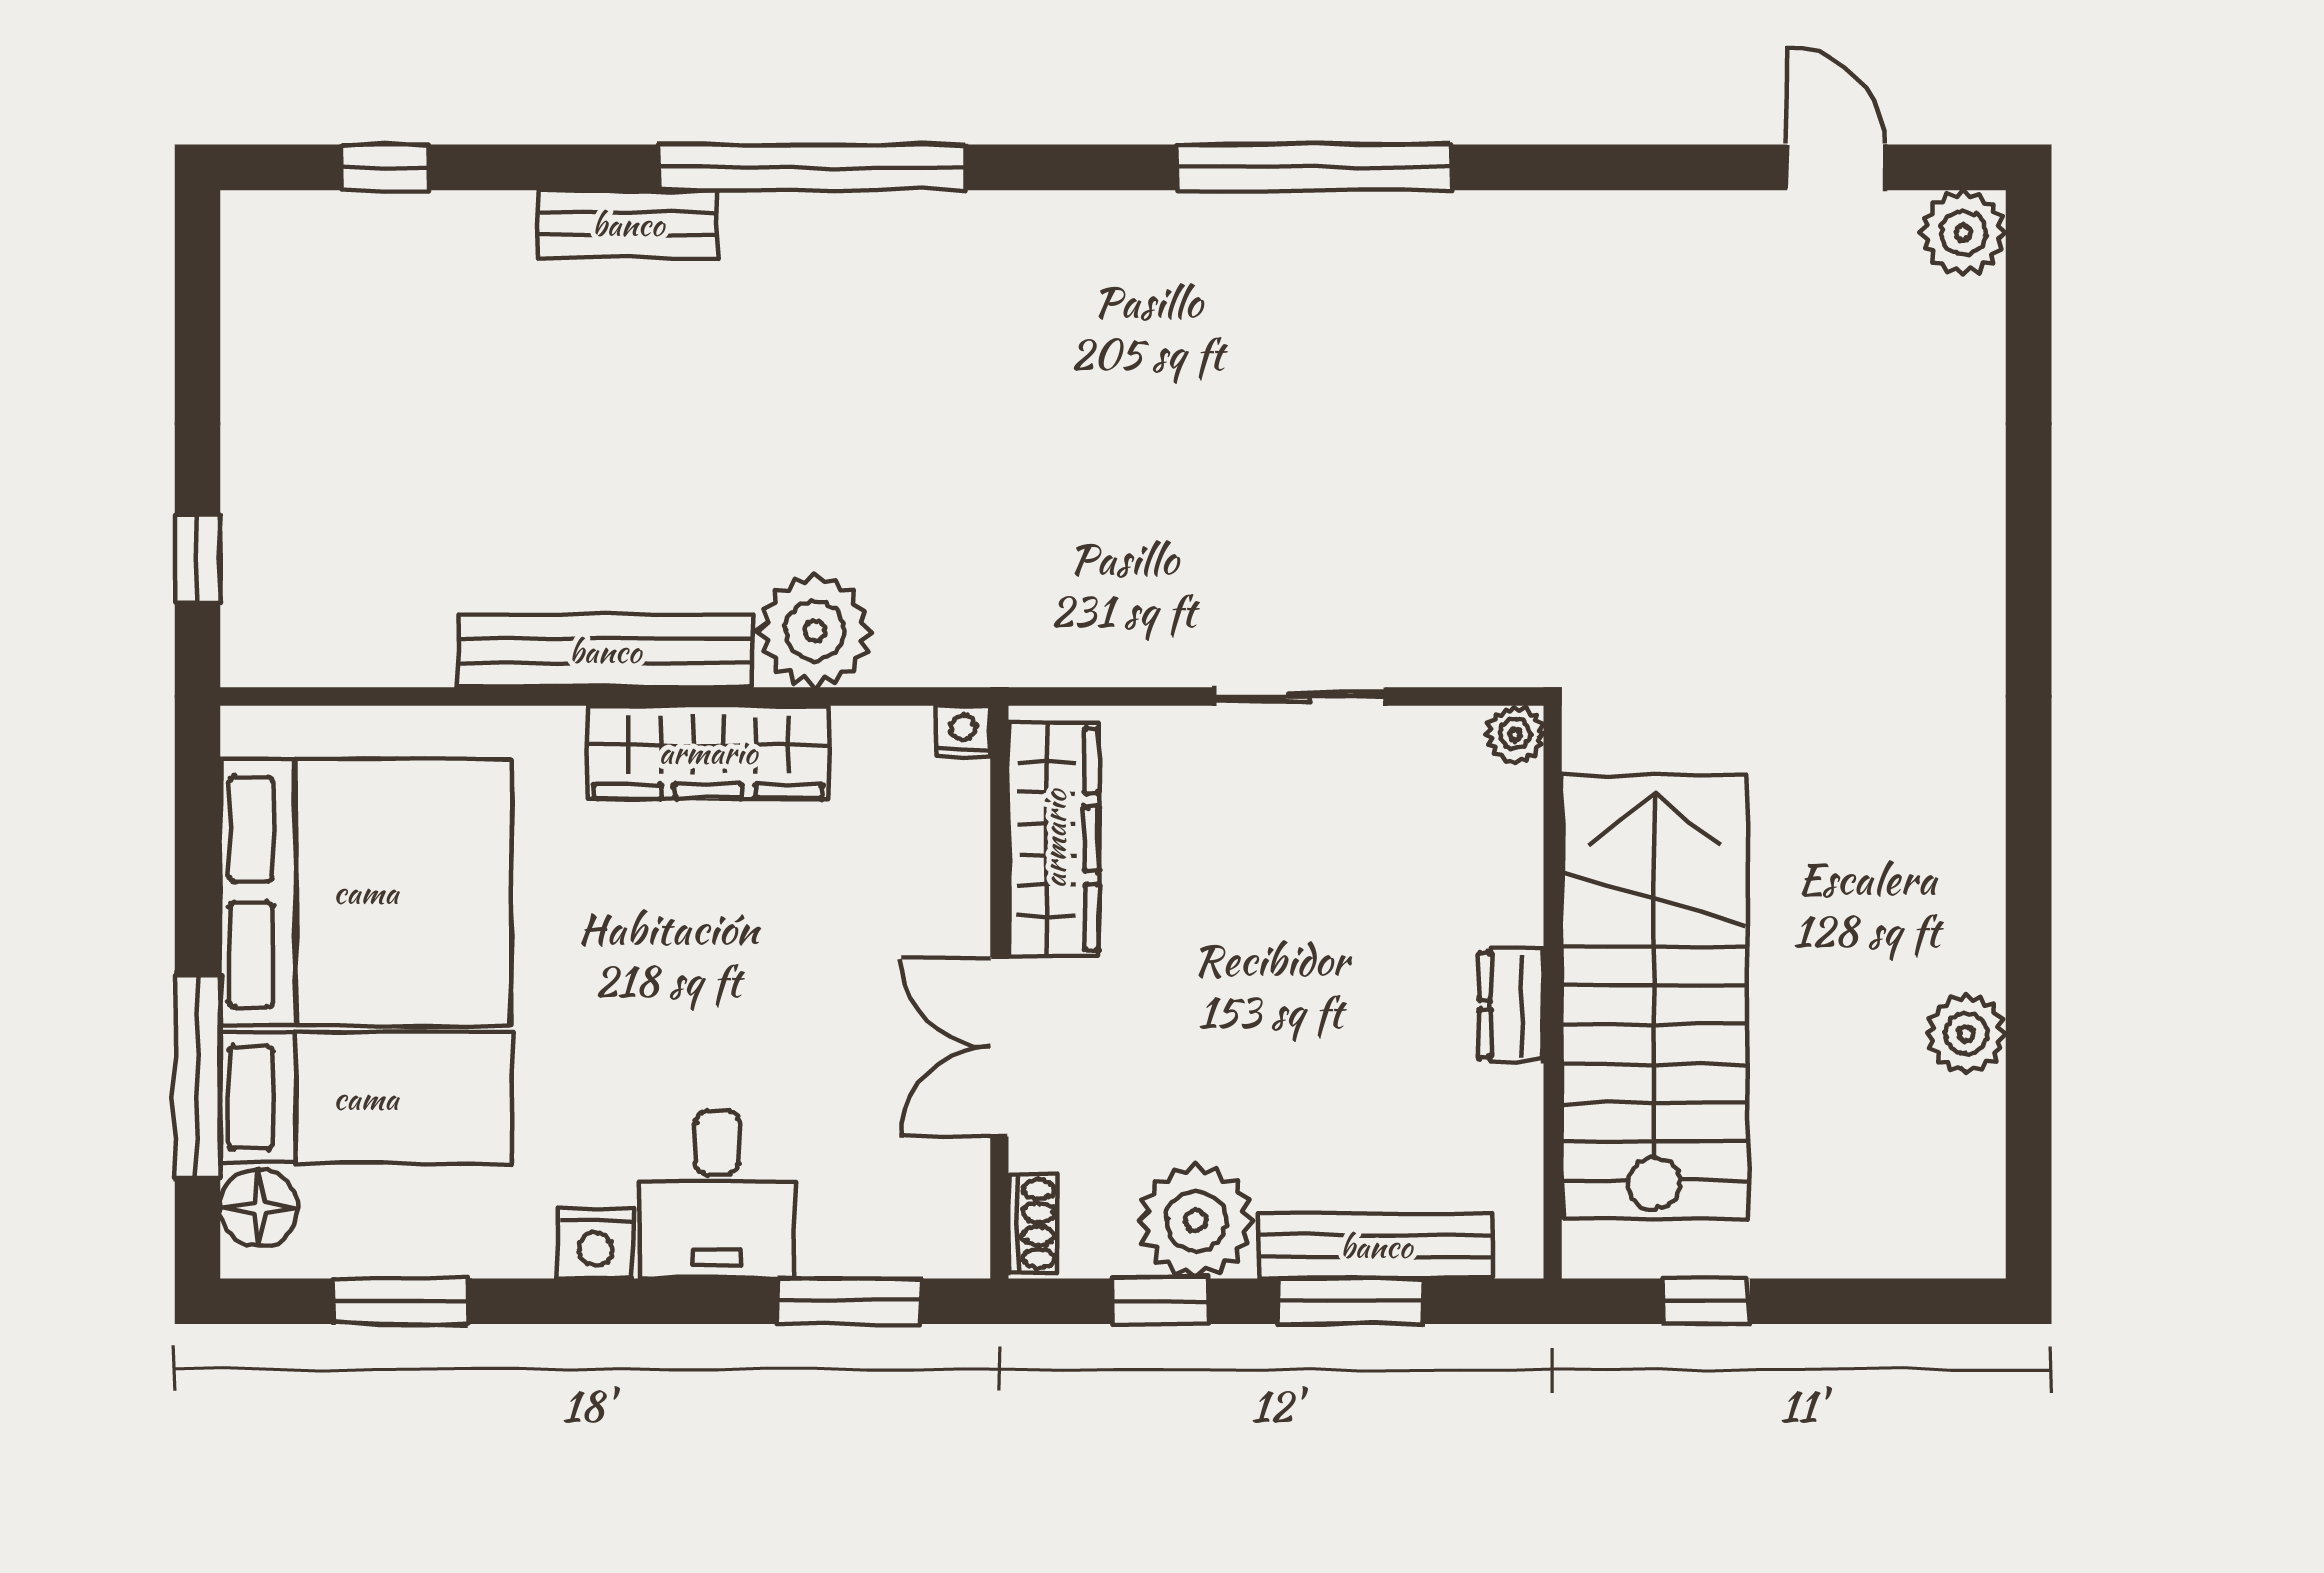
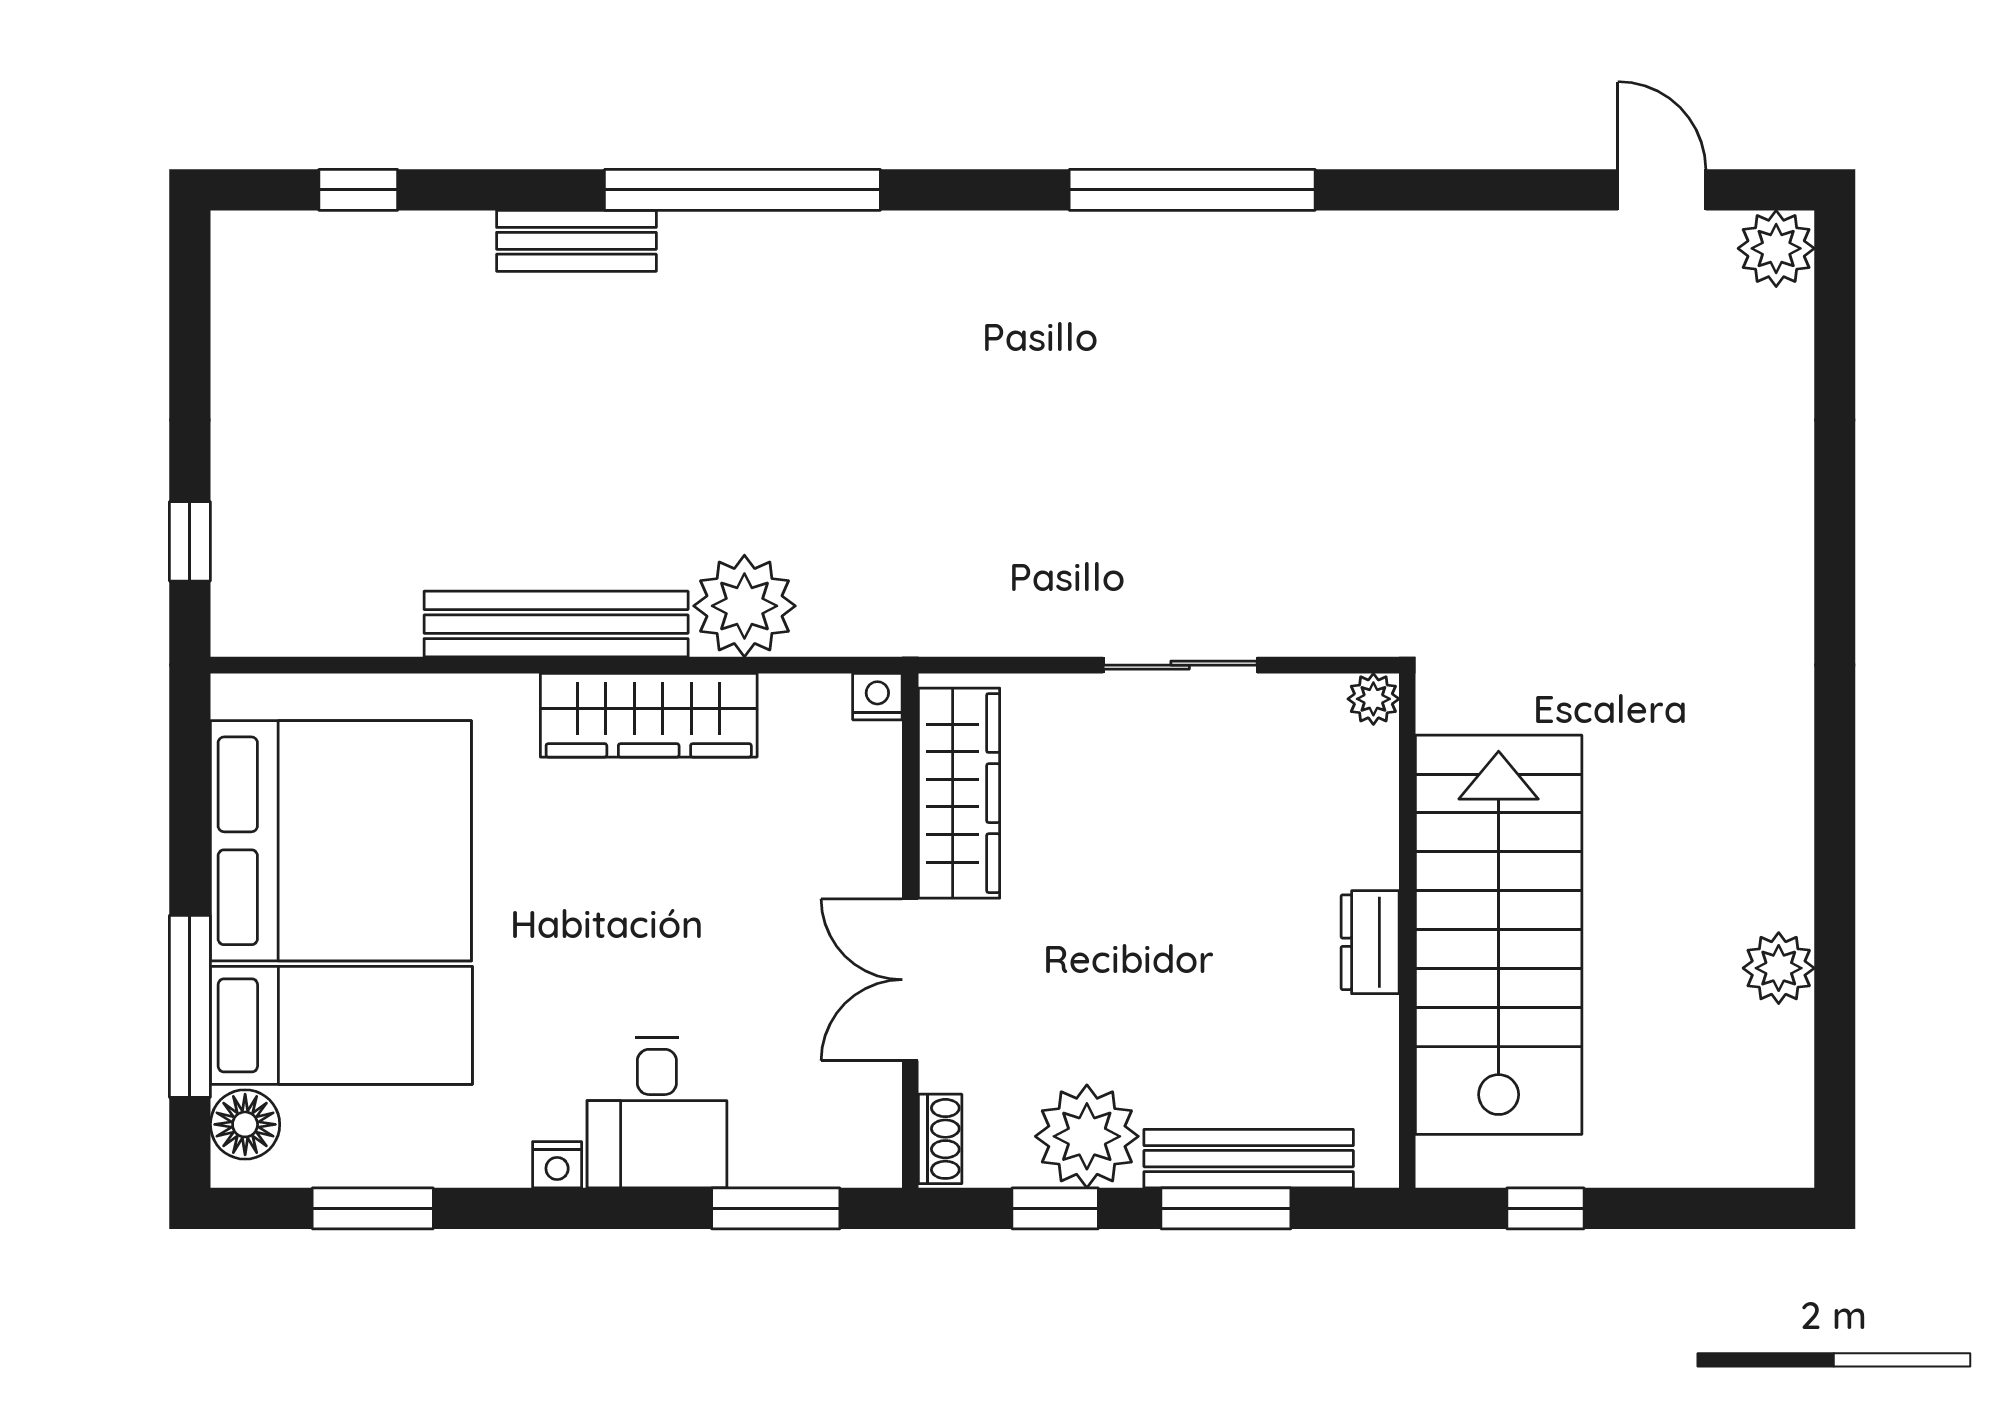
nightstand: (596, 1244) -> (557, 1165), width x0.72, depth x0.74

